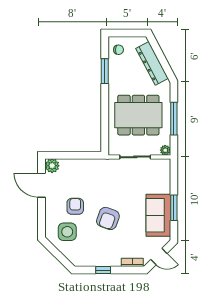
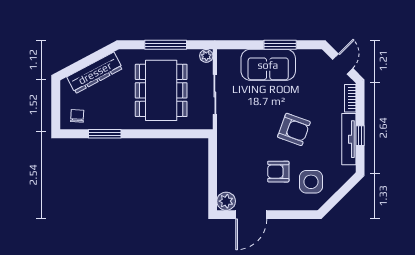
sofa: (158, 215) -> (268, 65), moved
tv unit: (100, 261) -> (349, 139), added

